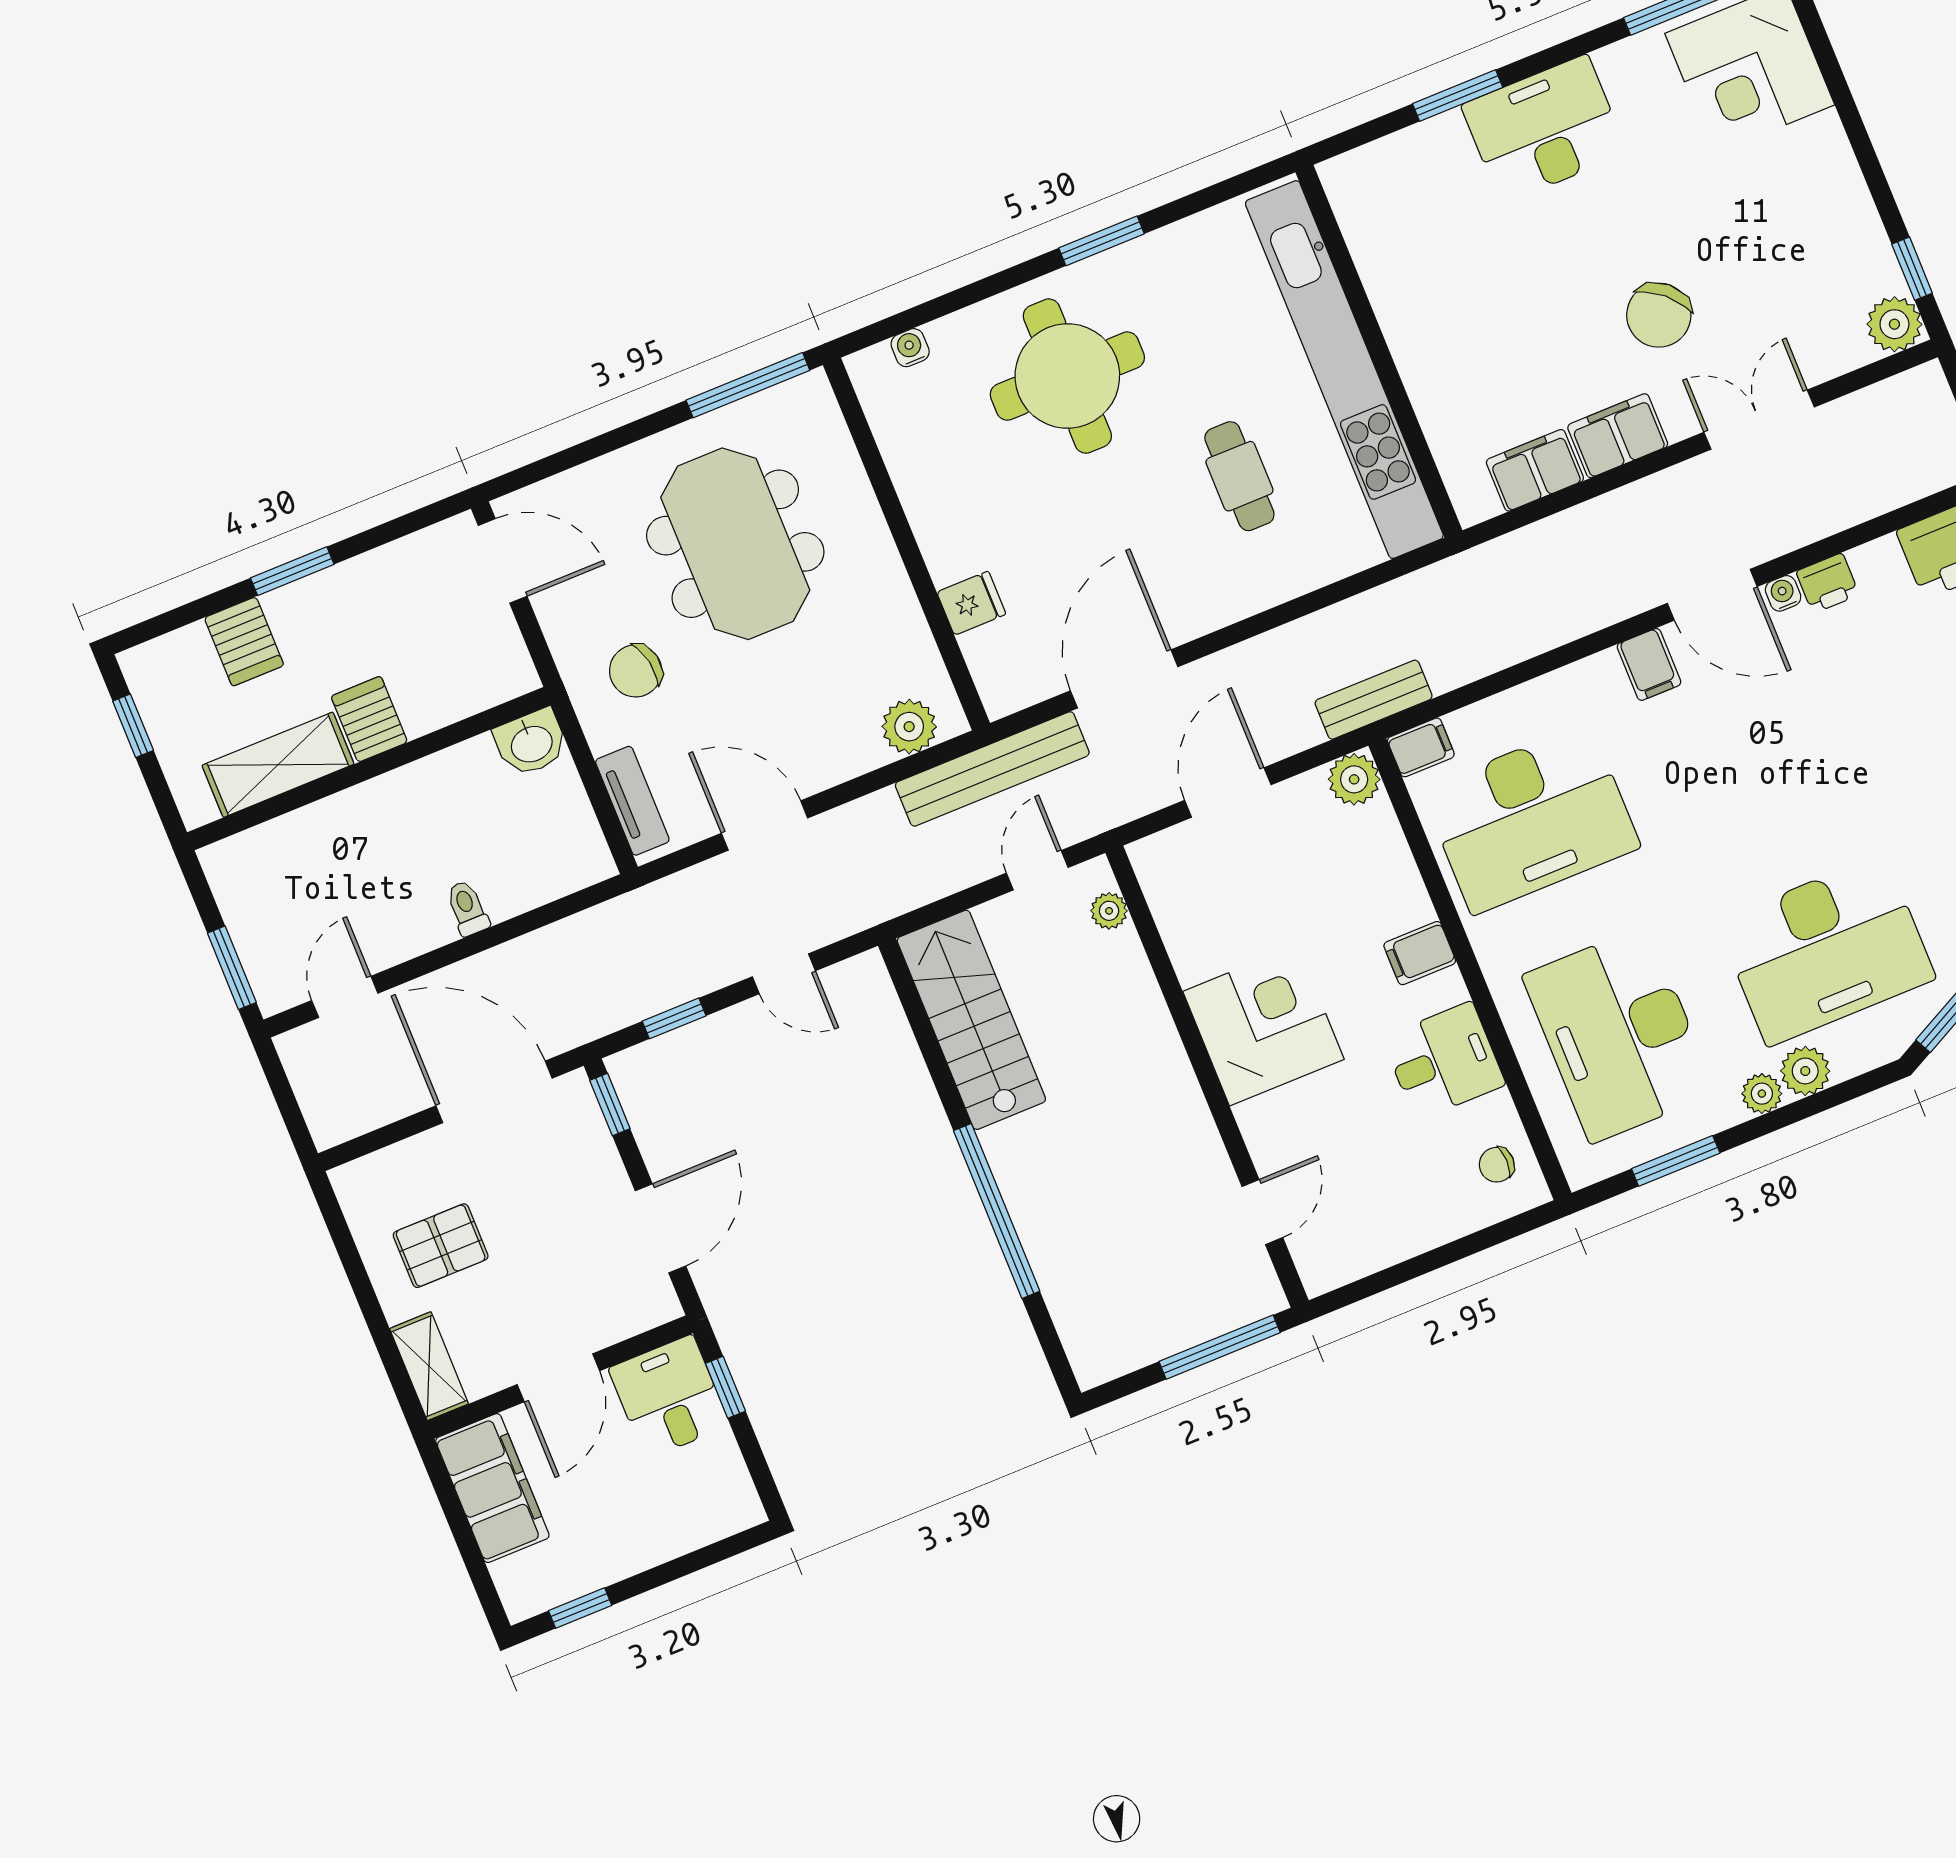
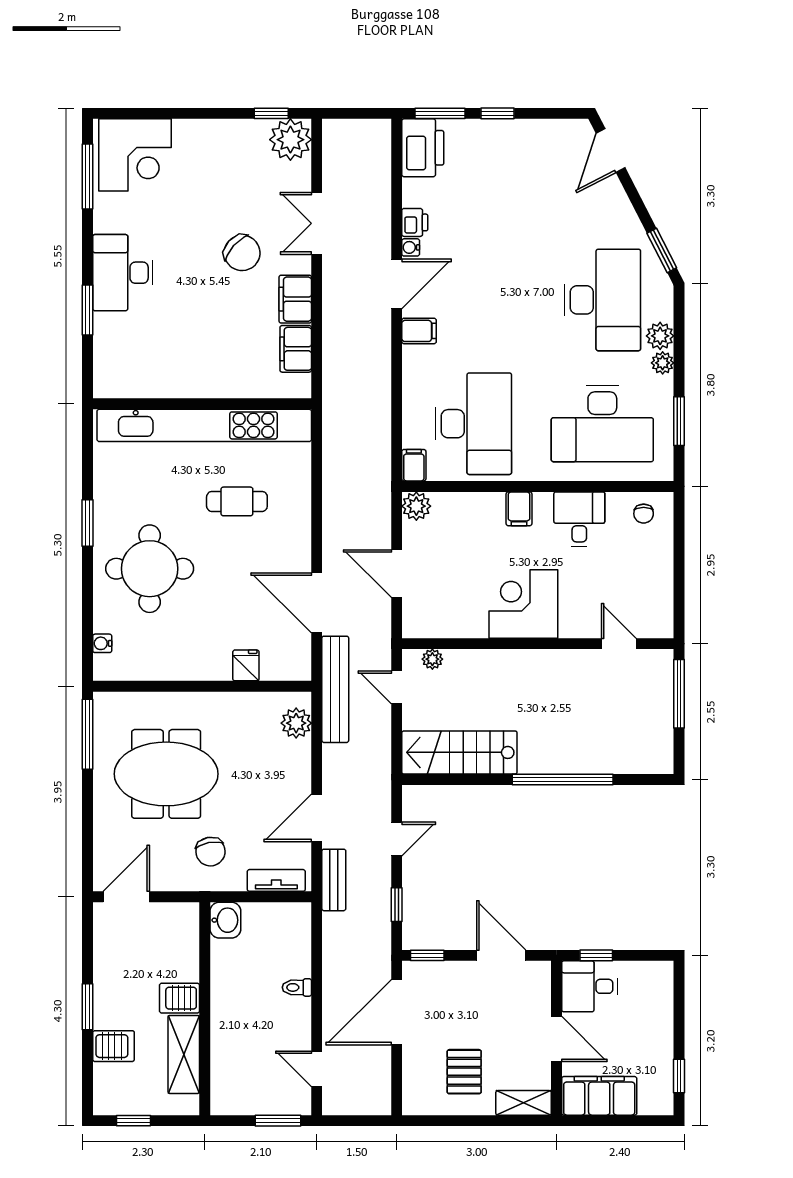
plant: (1894, 324) -> (290, 140), width x1.36, depth x1.36
bench: (1374, 700) -> (334, 880), moved

